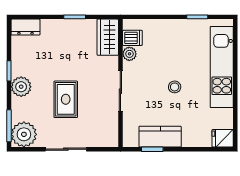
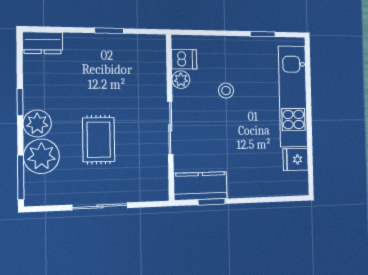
wardrobe: (108, 37) -> (153, 58), removed
stool: (175, 87) -> (226, 91), moved
plant: (24, 134) -> (41, 156), moved
kitchen counter: (160, 137) -> (200, 186), moved
fridge: (223, 138) -> (296, 159), moved

